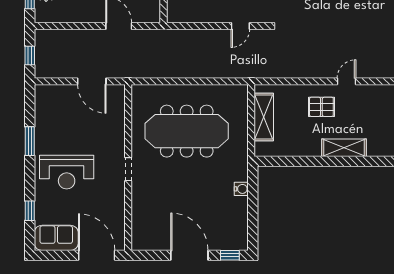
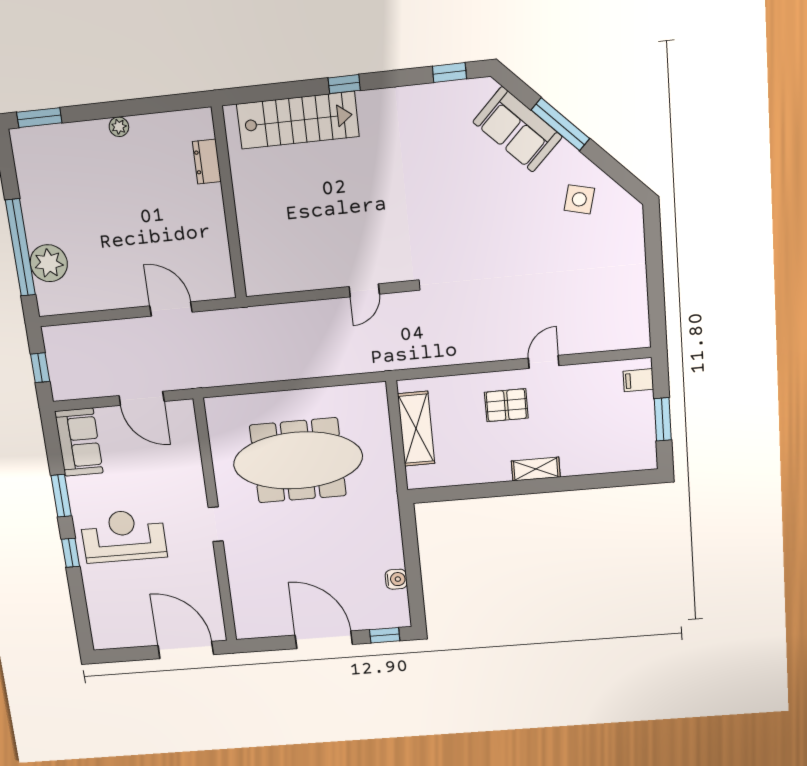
shelving: (344, 148) -> (536, 469), width x0.67, depth x0.75
reception desk: (67, 172) -> (123, 536), turned 180
water cooler: (241, 189) -> (396, 579), moved
window: (30, 211) -> (71, 553), moved
sofa: (56, 238) -> (79, 442), moved, turned 90

